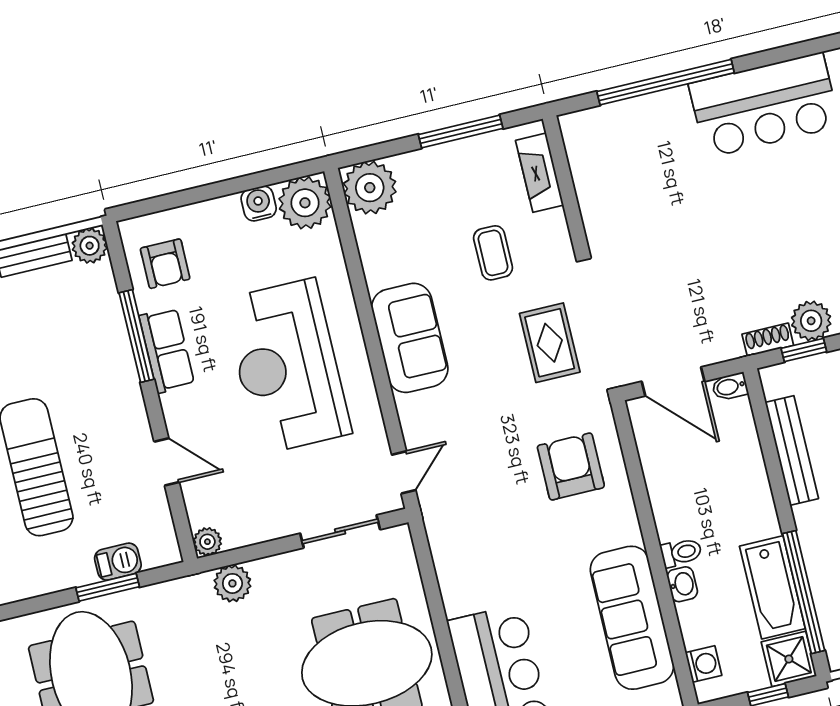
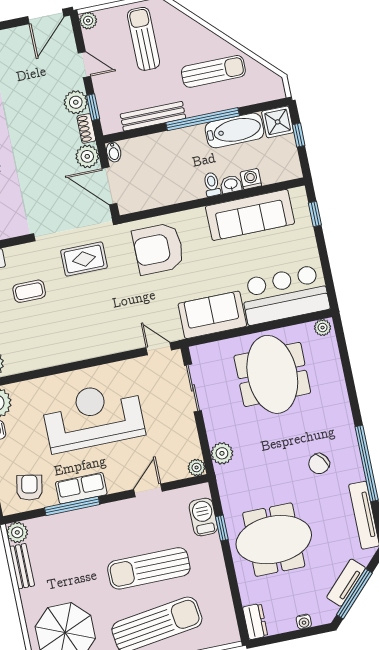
armchair: (165, 264) -> (29, 488), turned -79
sofa: (410, 338) -> (212, 315), moved
plant: (721, 343) -> (87, 156), added
reception desk: (287, 366) -> (93, 417), turned 180
door: (673, 381) -> (109, 186), swing flipped
armchair: (571, 467) -> (158, 249), width x1.36, depth x1.36
barbecue: (118, 562) -> (203, 517), width x1.38, depth x1.27
window: (108, 587) -> (222, 528), width x0.67
window: (804, 592) -> (203, 119), moved
washing machine: (704, 664) -> (251, 179), moved

